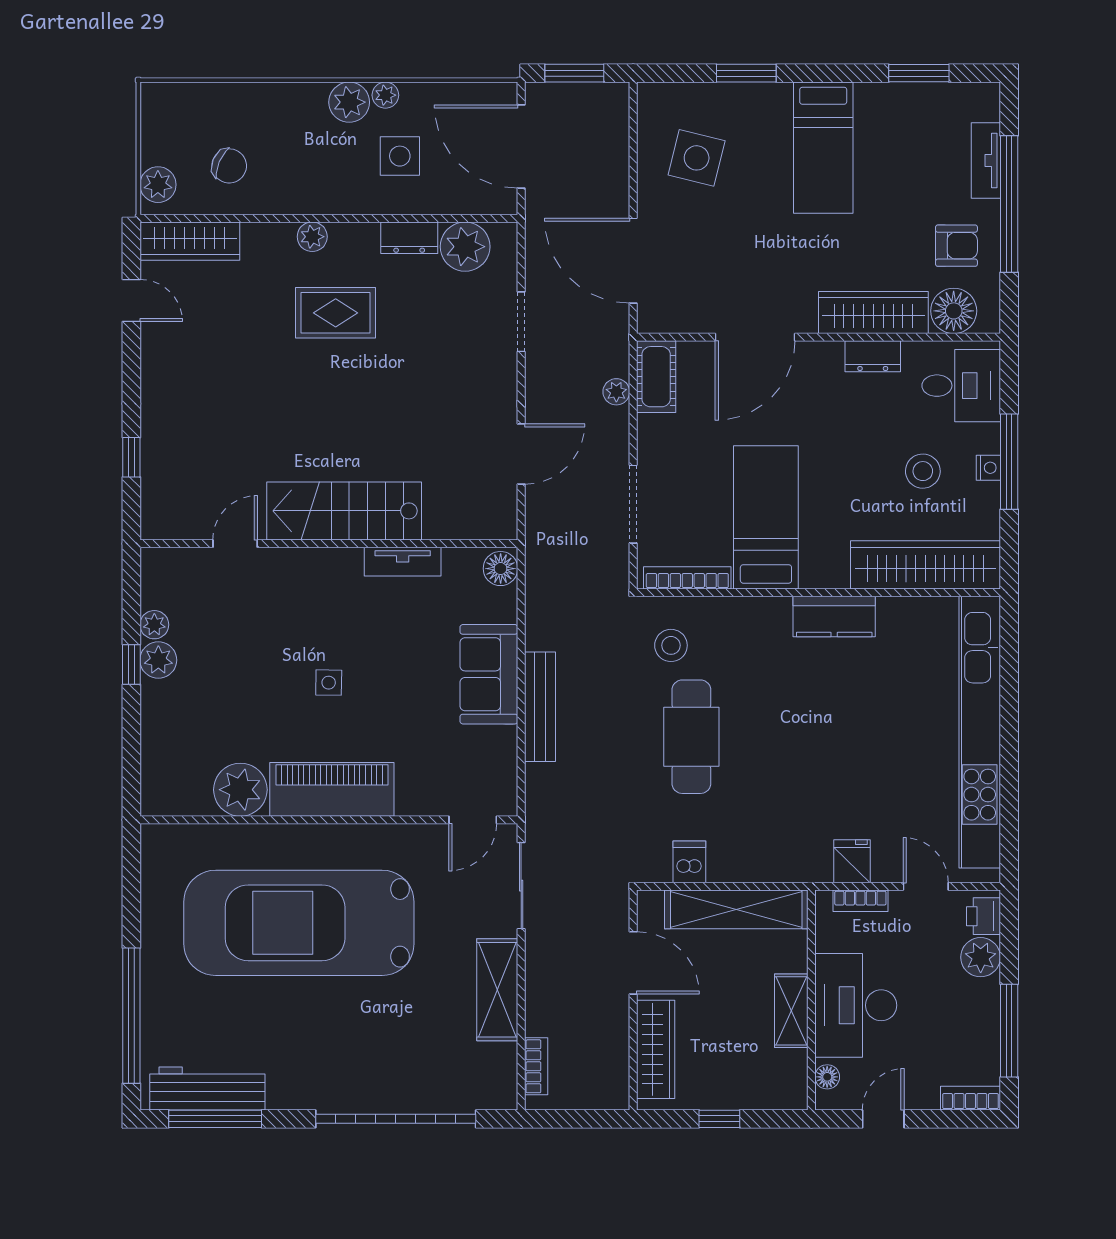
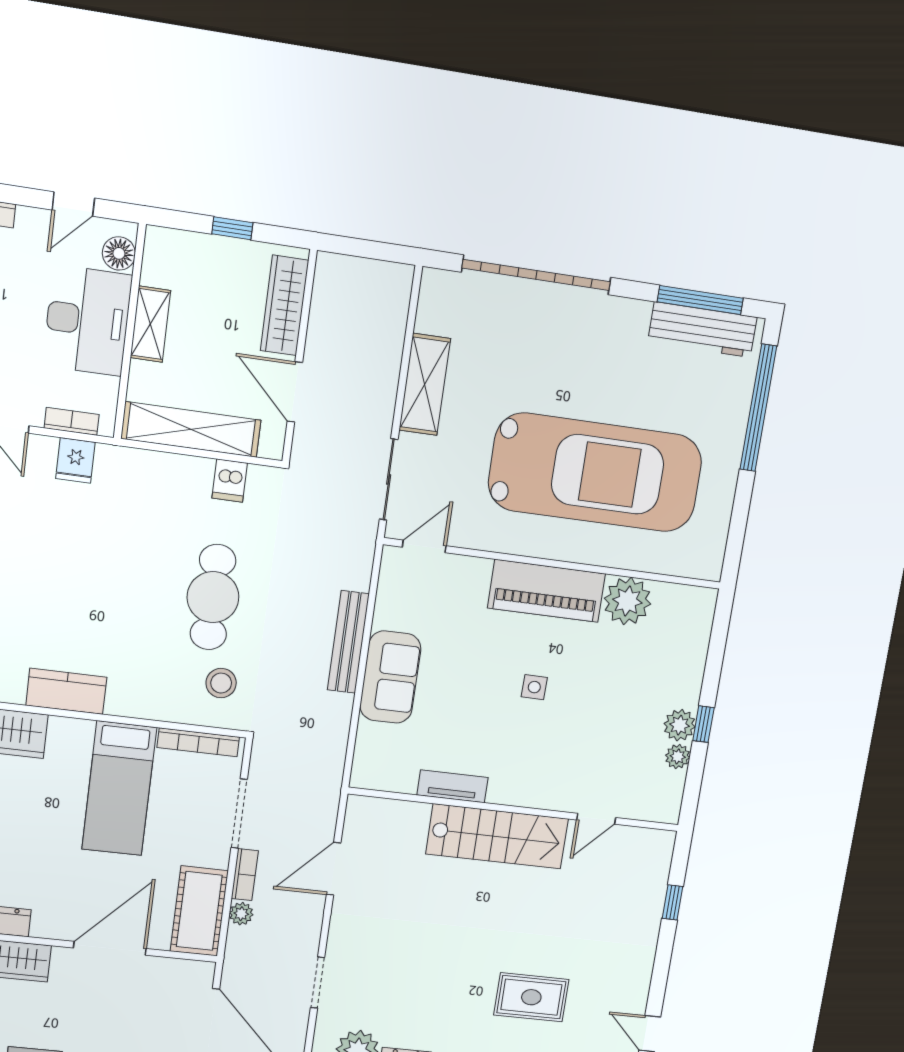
rug: (336, 313) -> (531, 997), moved
cot: (656, 377) -> (199, 911), width x1.37, depth x1.34
floor lamp: (501, 569) -> (366, 770), removed
bookcase: (536, 1066) -> (245, 875), moved, turned 180
floor lamp: (827, 1077) -> (119, 253), width x1.37, depth x1.37

